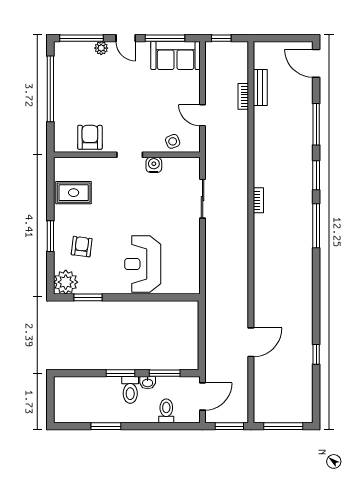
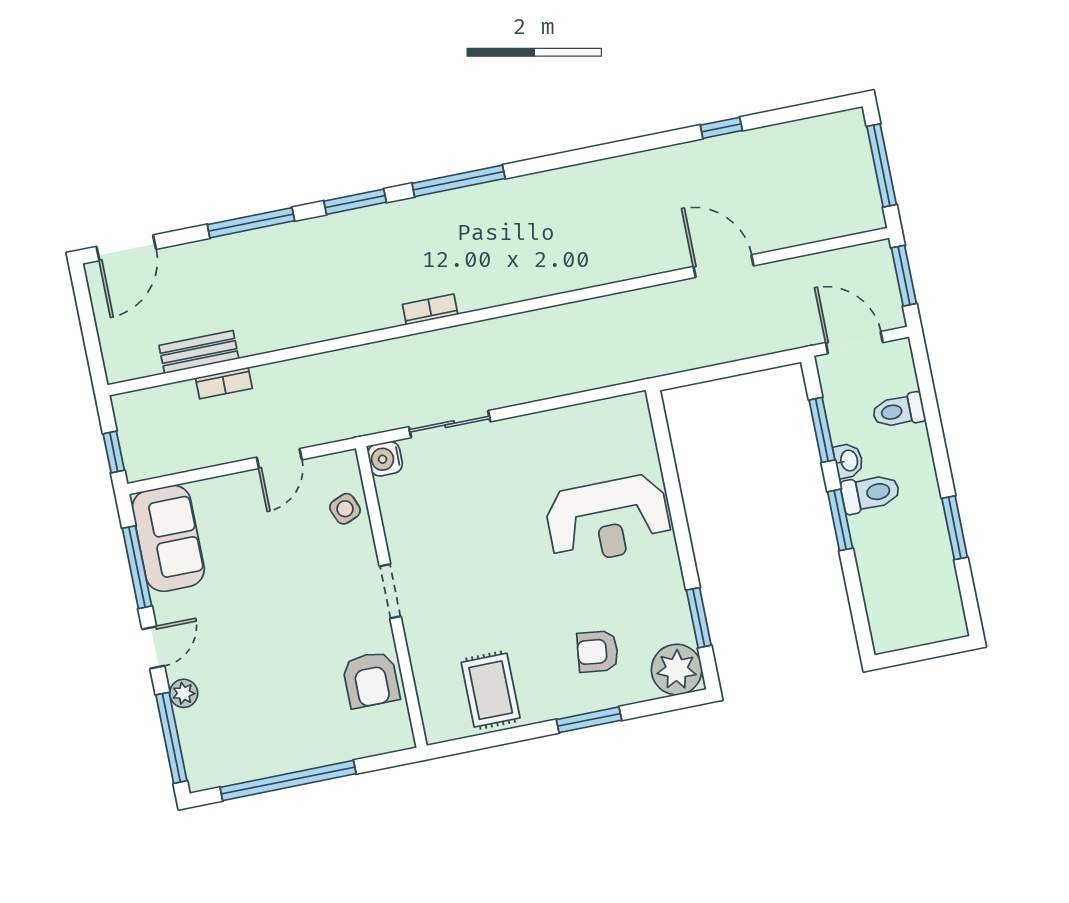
armchair: (90, 137) -> (371, 680), turned -90
water cooler: (154, 165) -> (385, 459), moved

